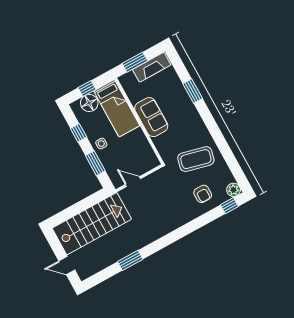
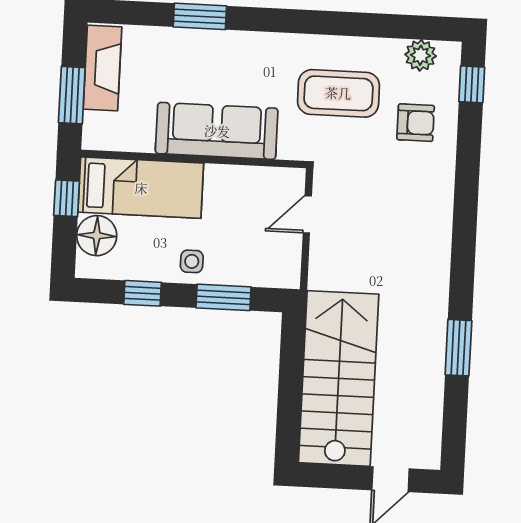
window: (87, 89) -> (67, 198), moved
sofa: (151, 117) -> (217, 131), width x1.36
coffee table: (196, 159) -> (338, 93), turned 76
door: (133, 182) -> (307, 214), moved
plant: (234, 190) -> (421, 55), moved

